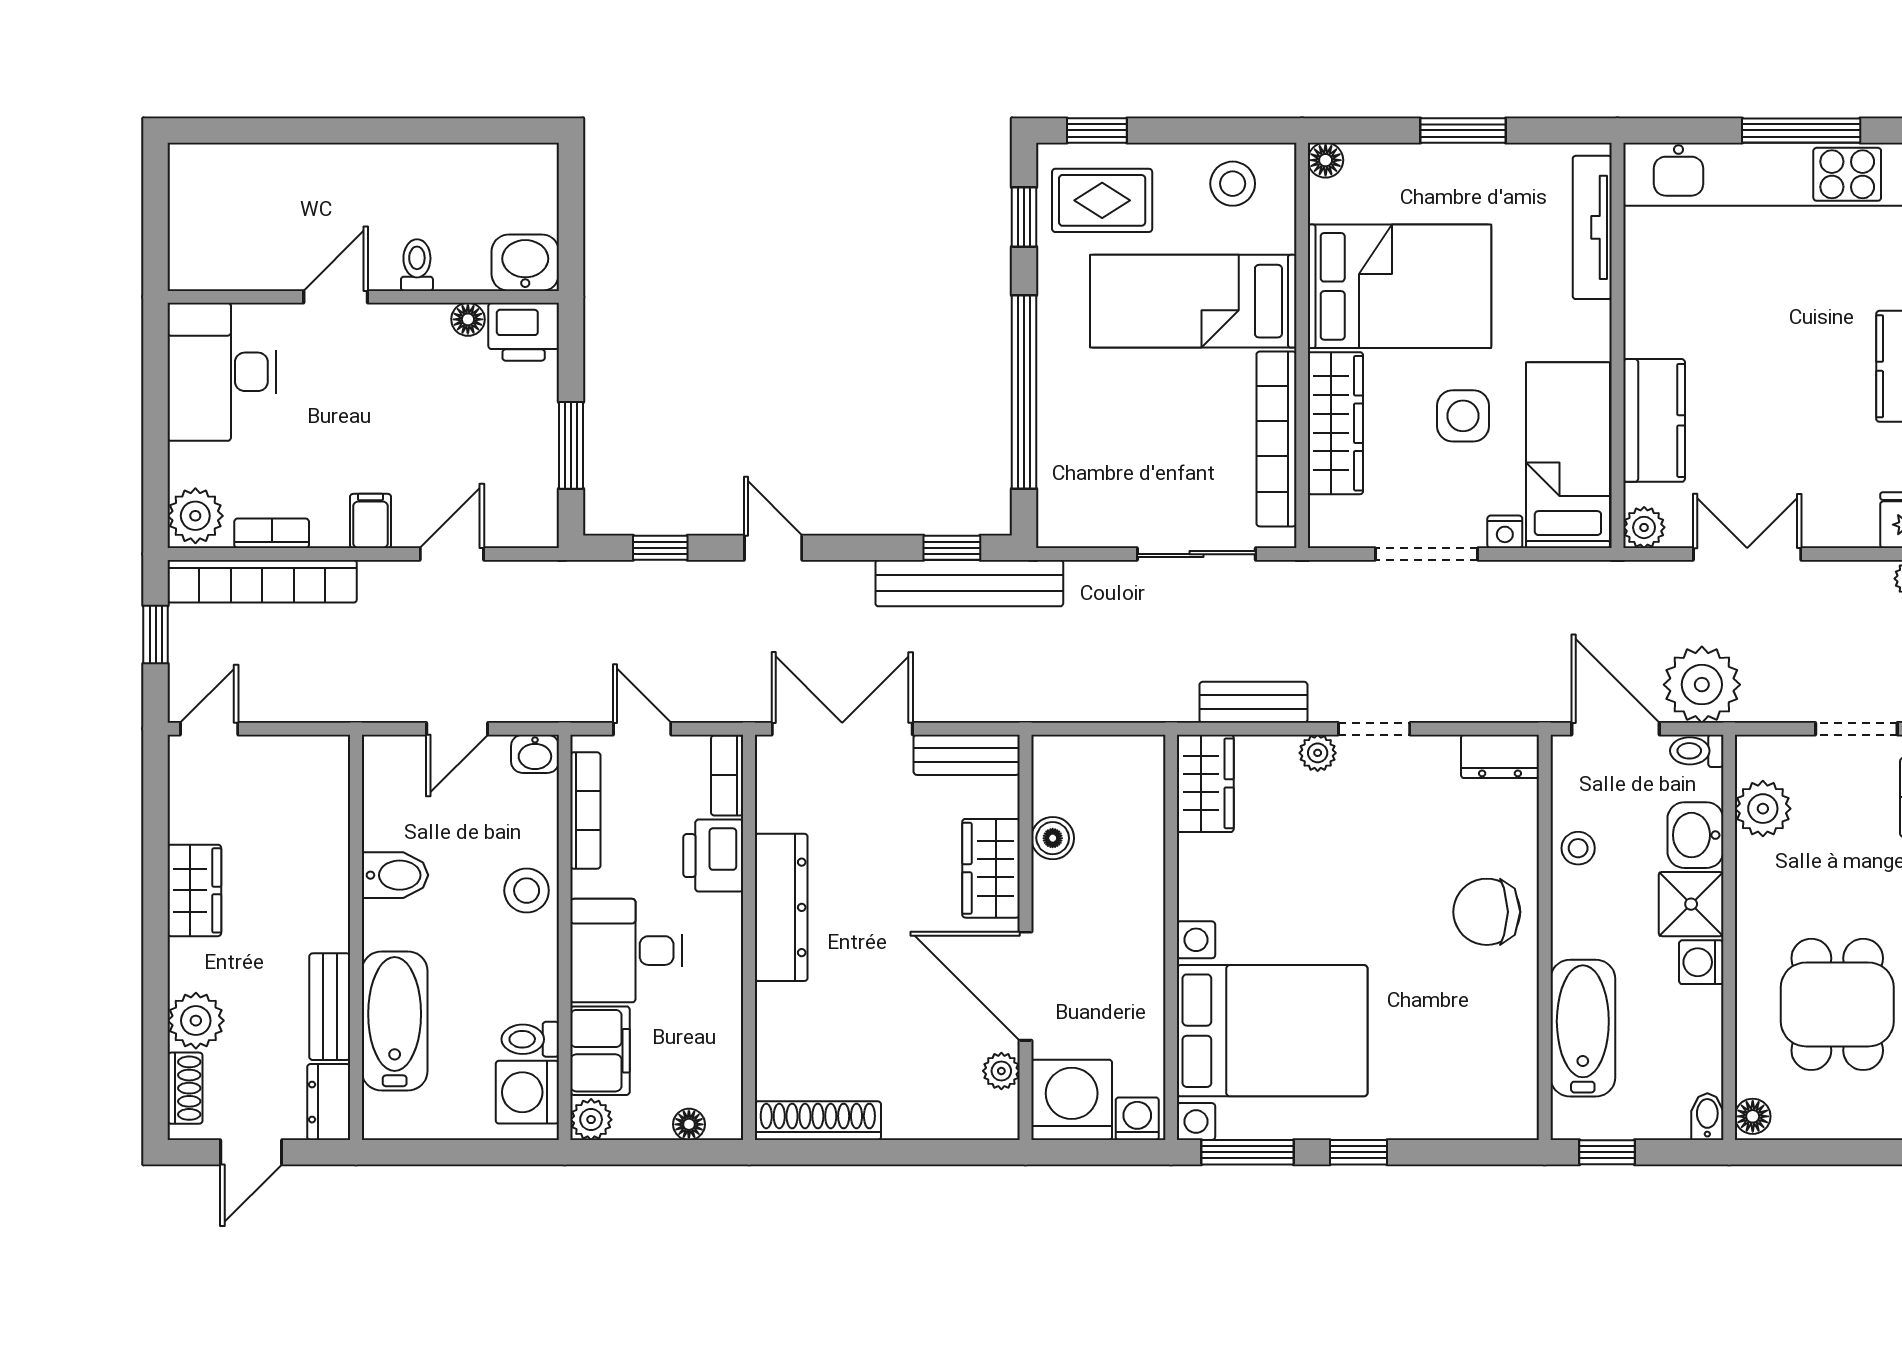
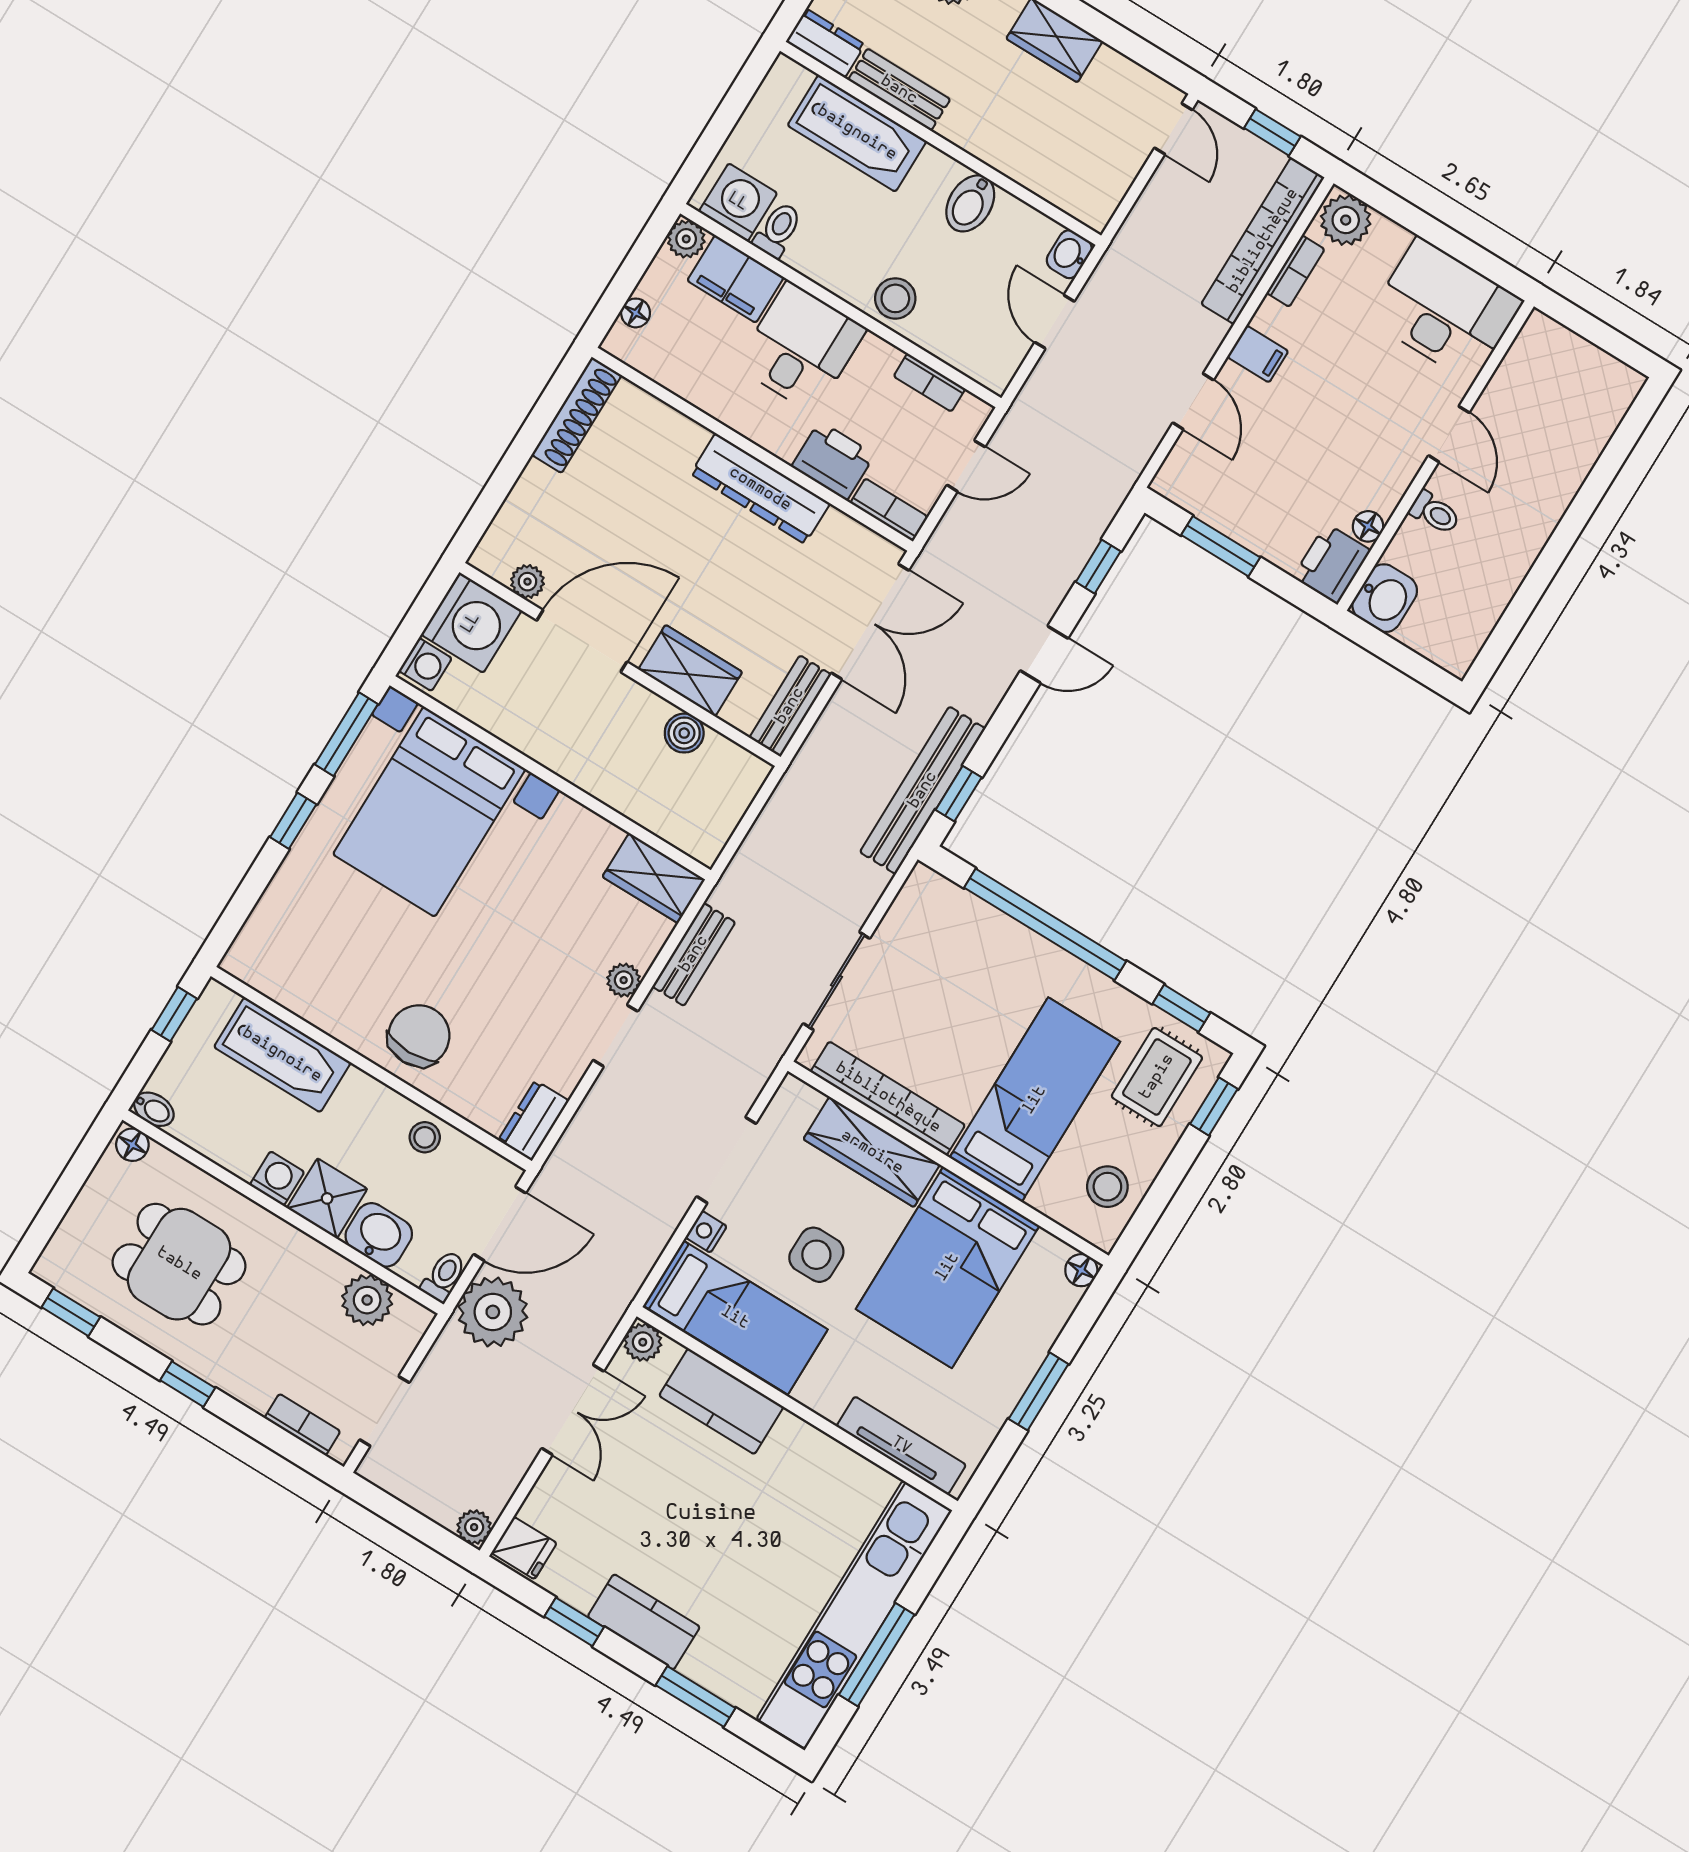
washbasin: (535, 754) -> (1069, 254), moved
bookcase: (585, 811) -> (929, 383), width x0.64

